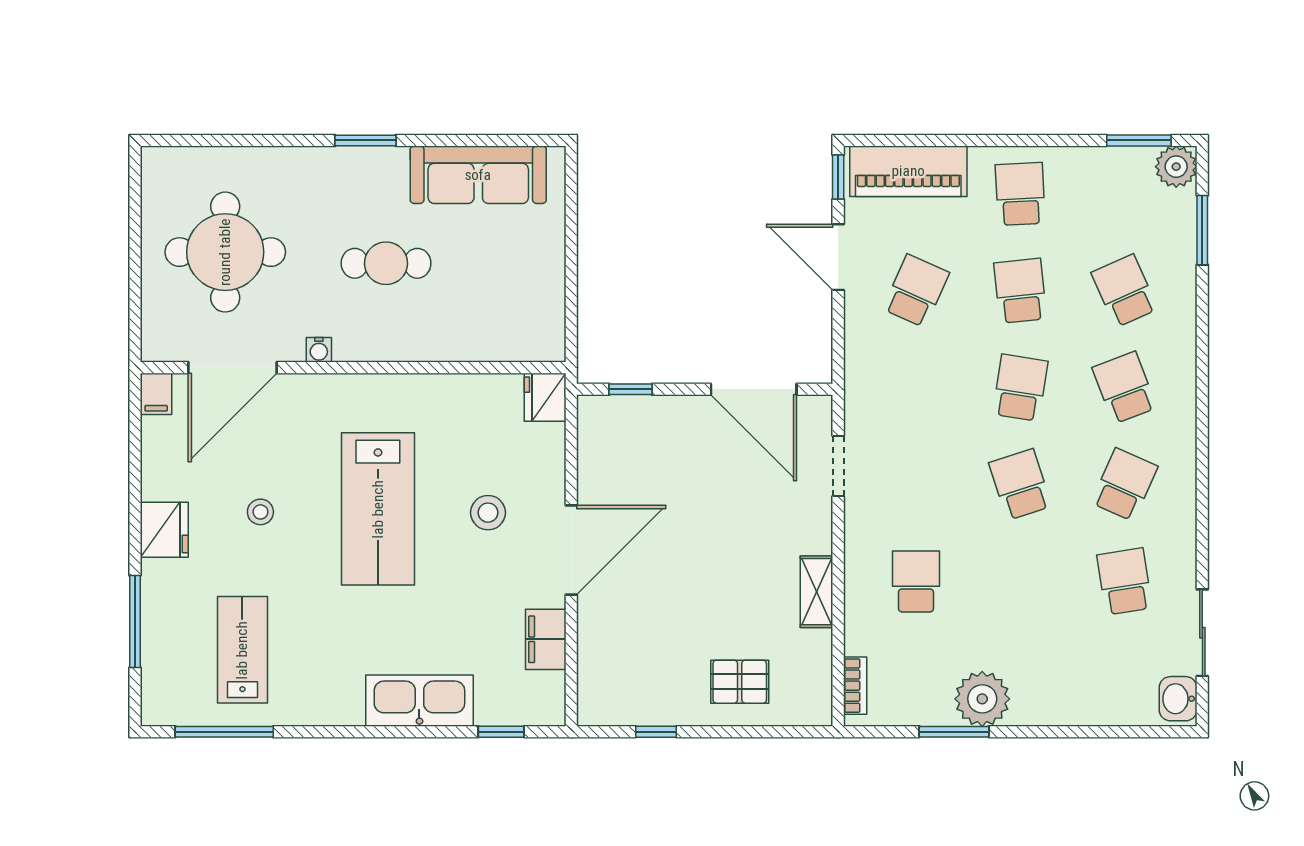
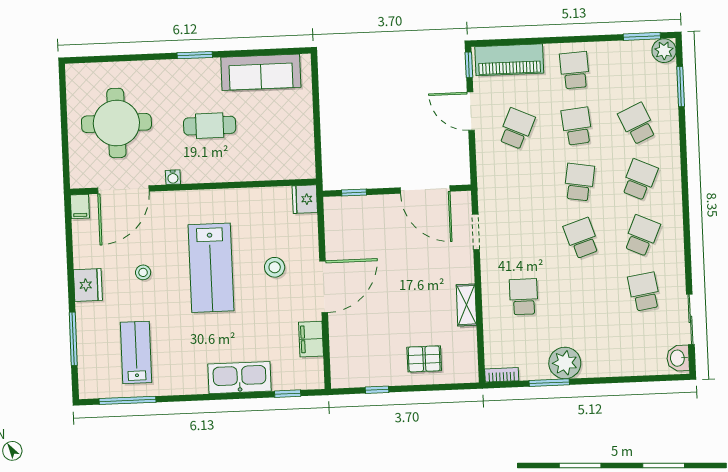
school desk: (1124, 388) -> (639, 180), turned 45
bookcase: (855, 686) -> (502, 375), moved, turned -90

